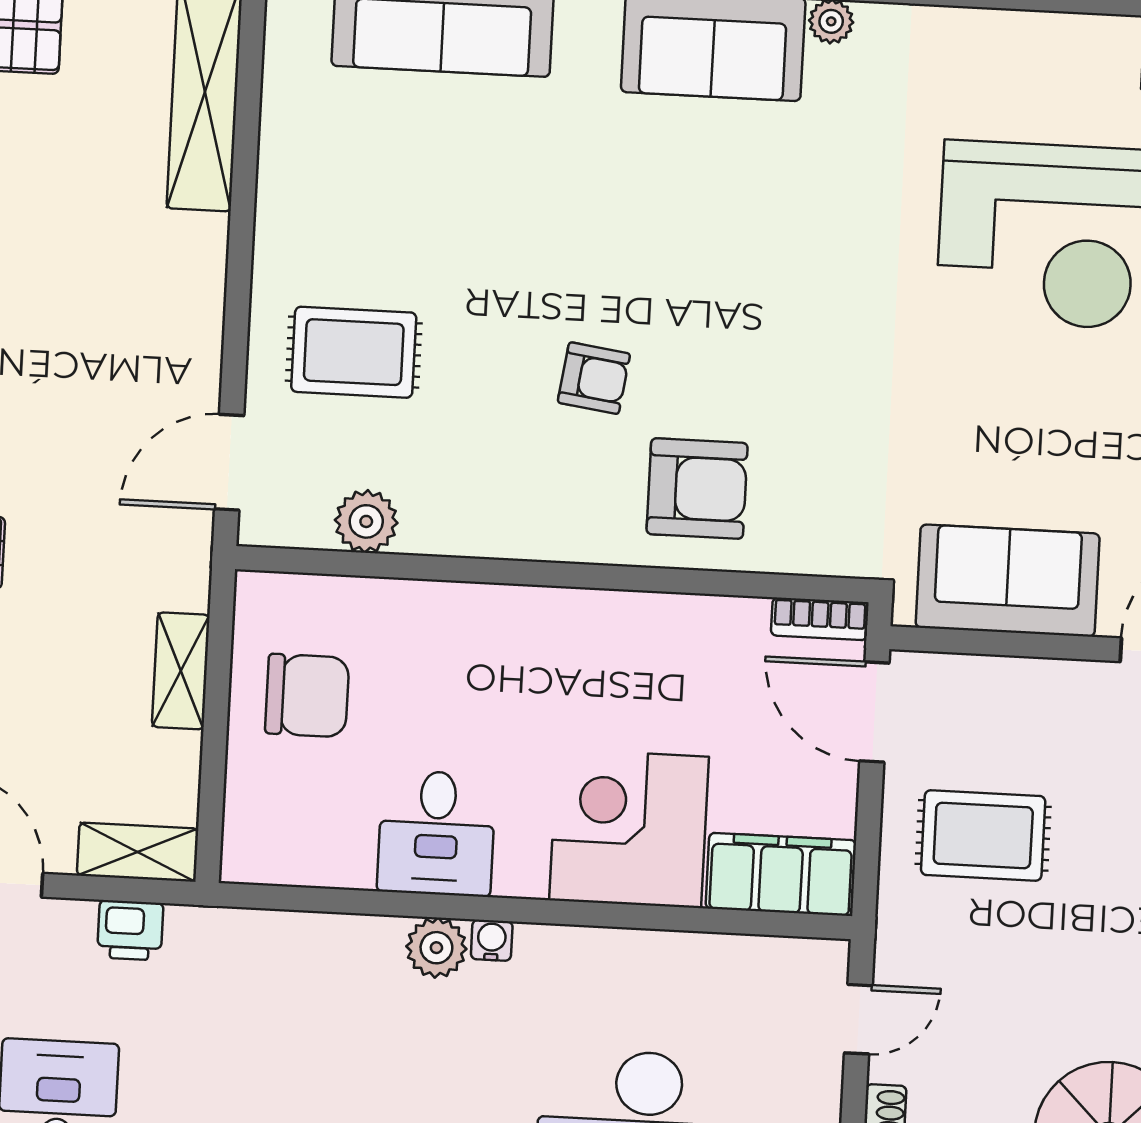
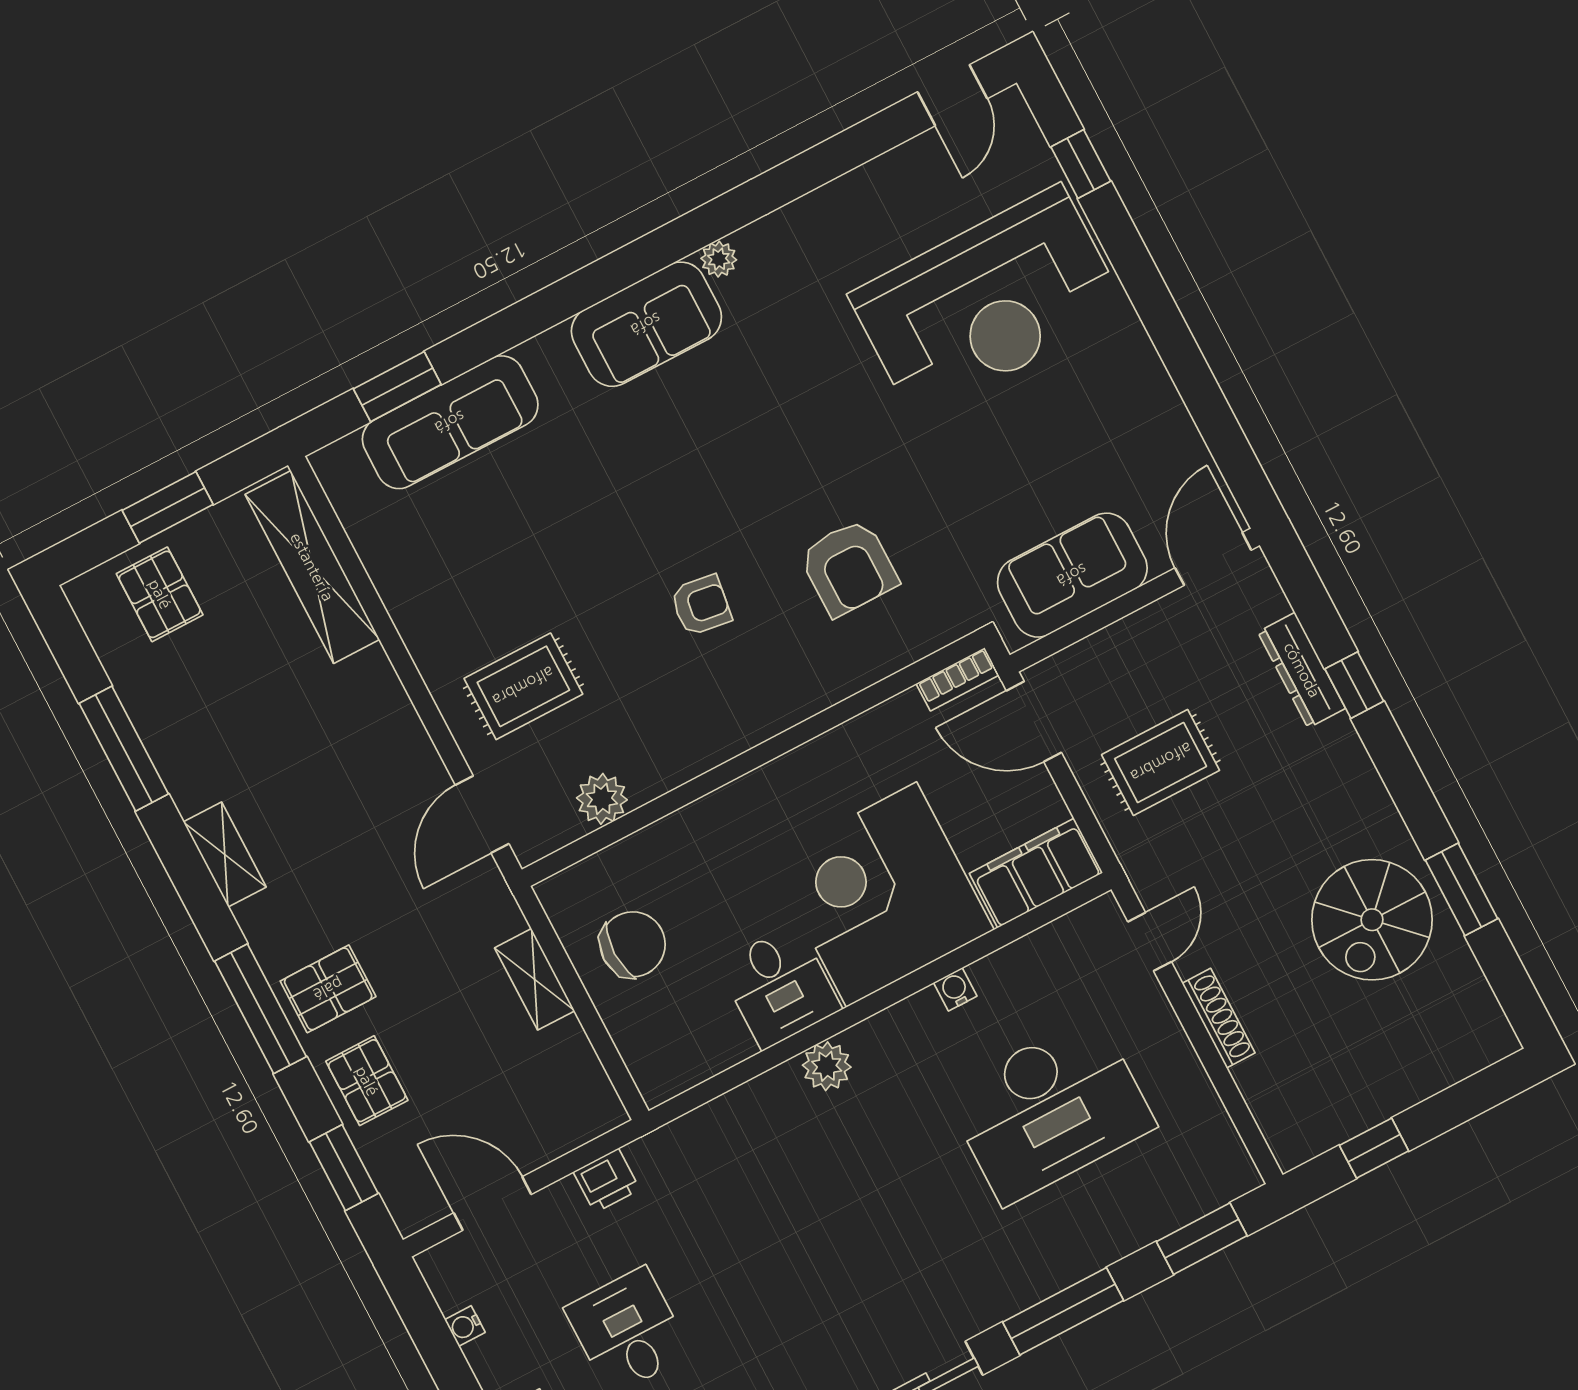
armchair: (697, 489) -> (849, 568), moved, turned 90
corner desk: (629, 829) -> (882, 895), width x1.36, depth x1.36
shelving: (138, 852) -> (579, 1123), removed
water cooler: (492, 940) -> (955, 989), moved

